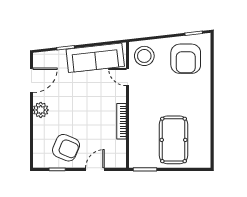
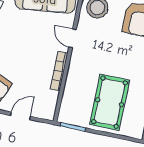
door: (127, 77) -> (72, 38), moved

